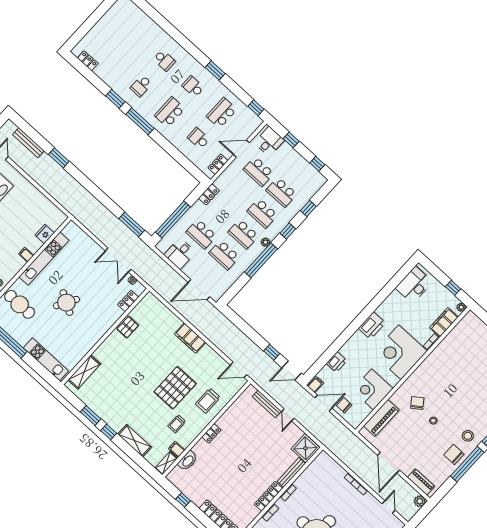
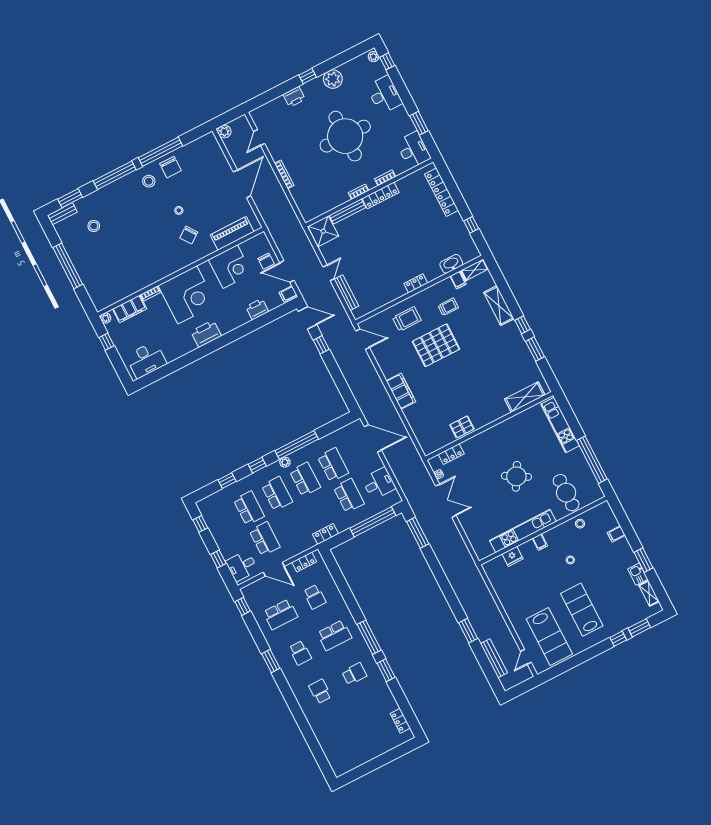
piano: (421, 482) -> (216, 151), removed

